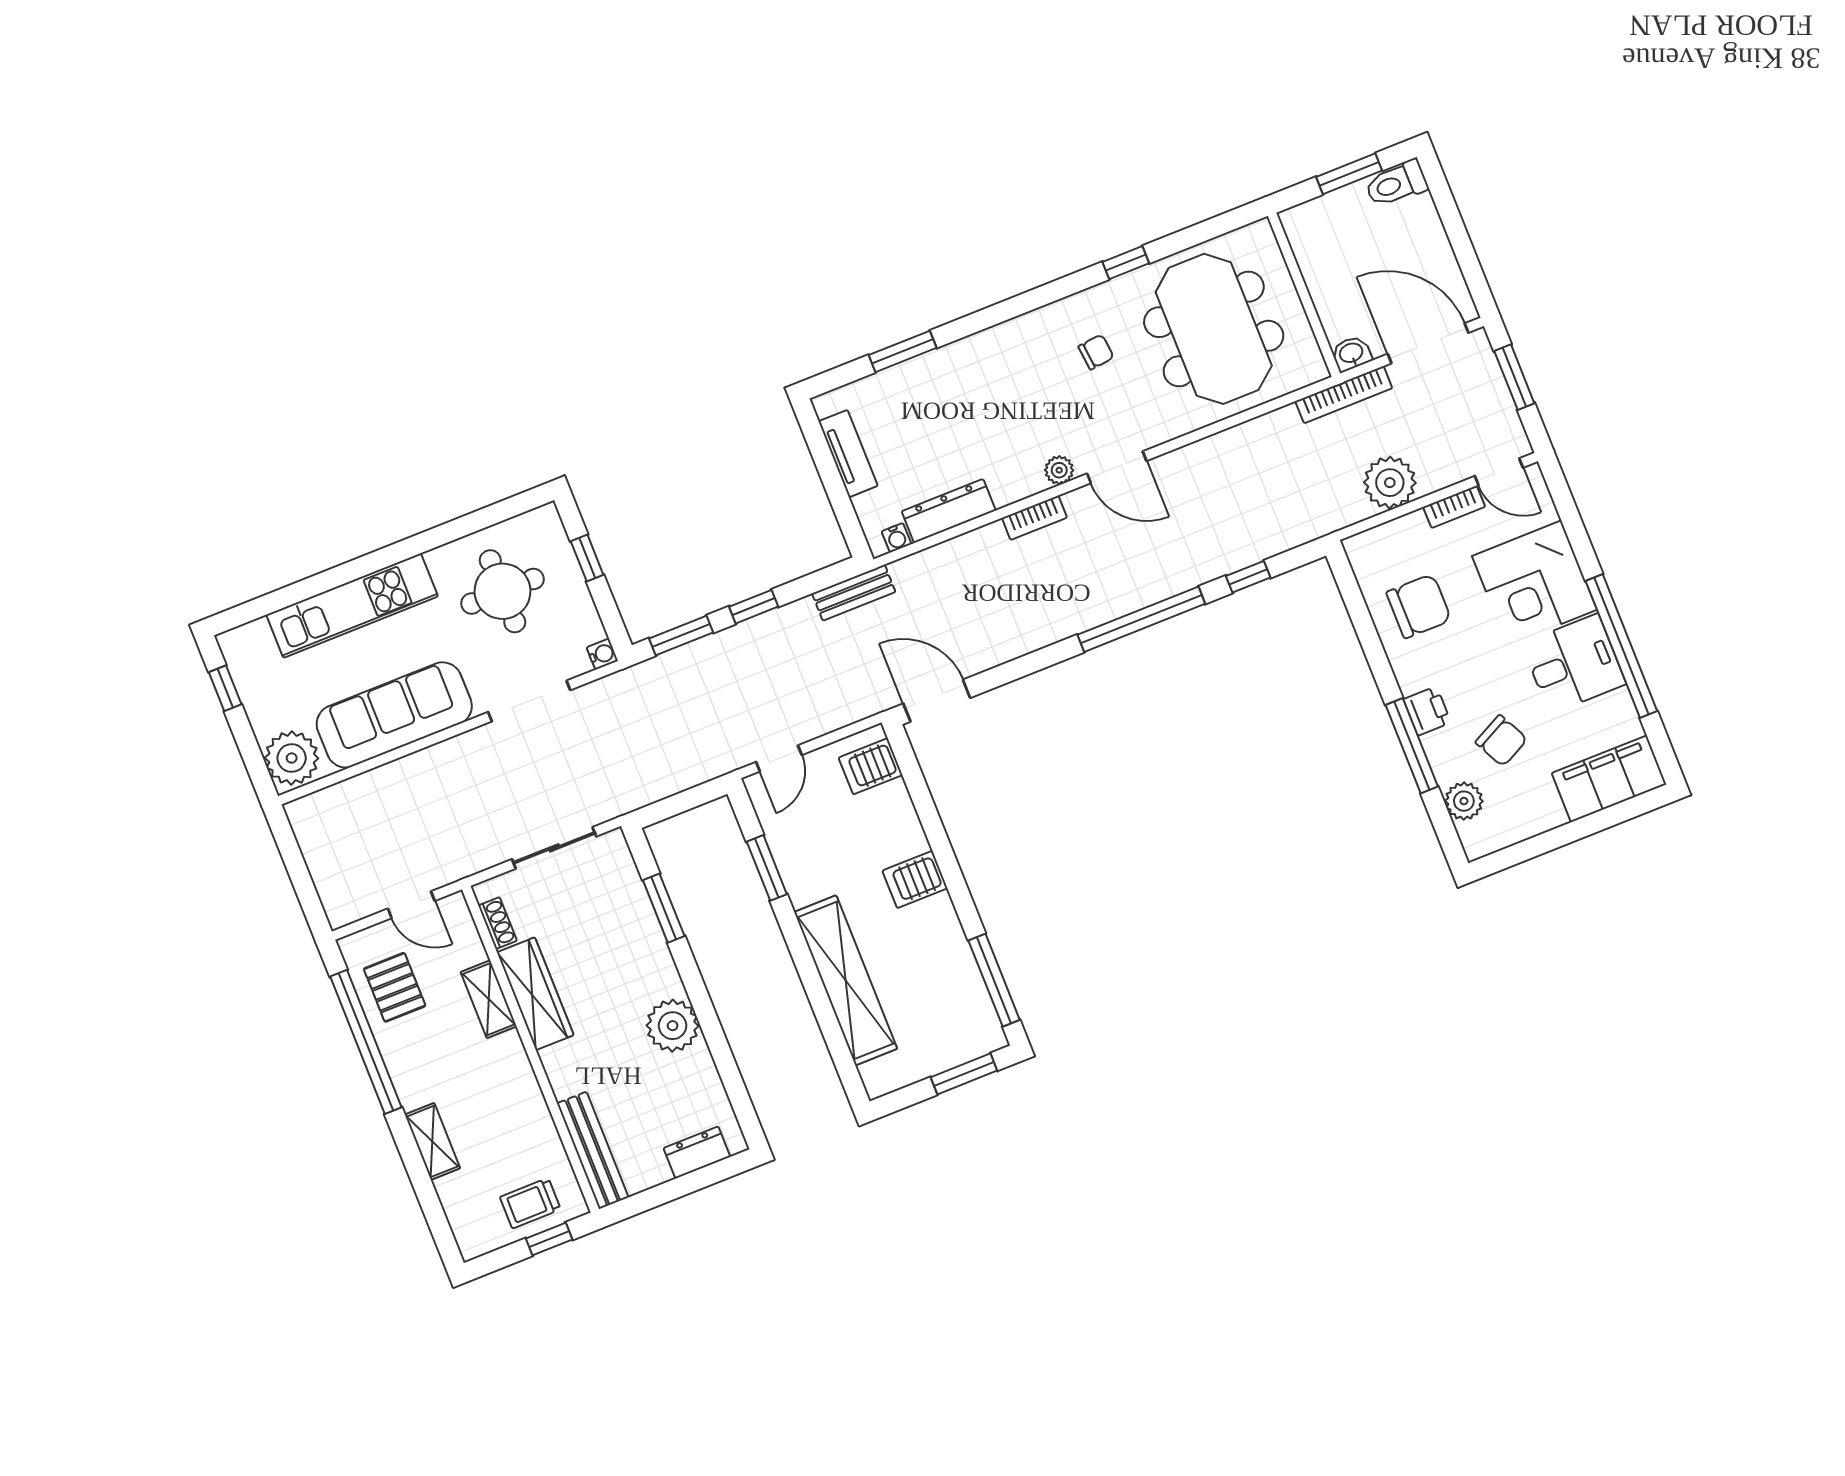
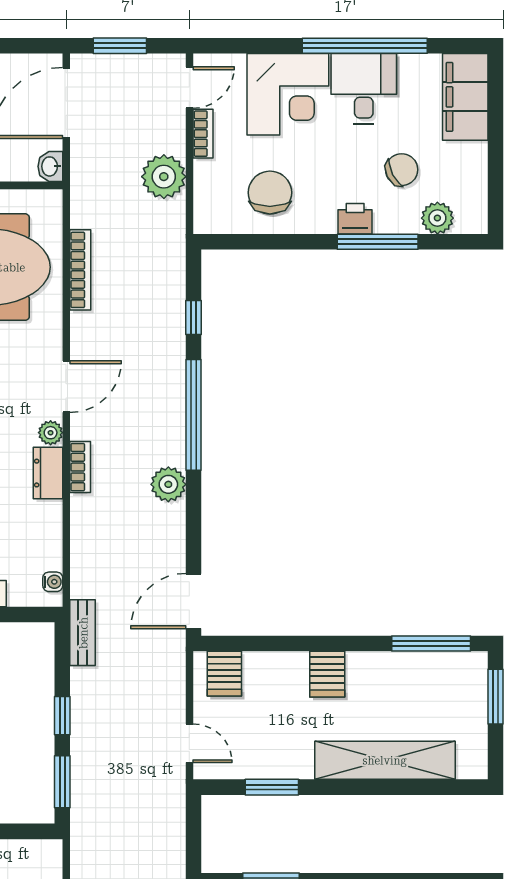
bookcase: (1344, 395) -> (80, 270), moved
dresser: (949, 511) -> (48, 473), moved, width x0.70
plant: (1054, 622) -> (168, 484), added
water cooler: (602, 654) -> (52, 850), removed

